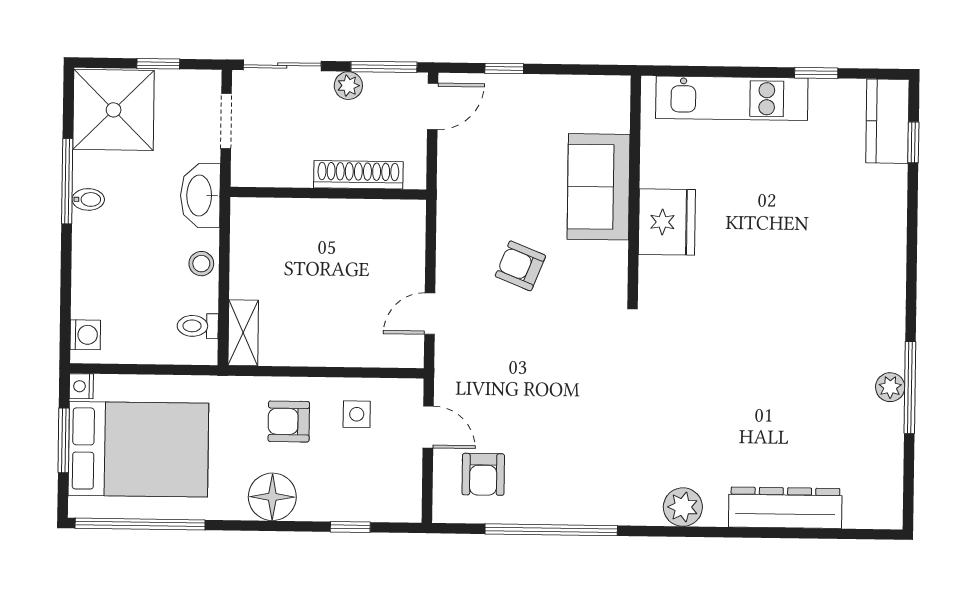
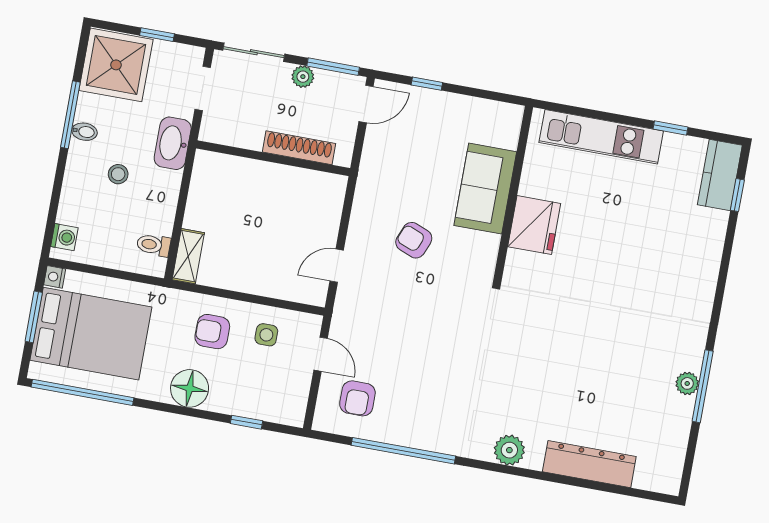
stool: (201, 264) -> (118, 174), moved

